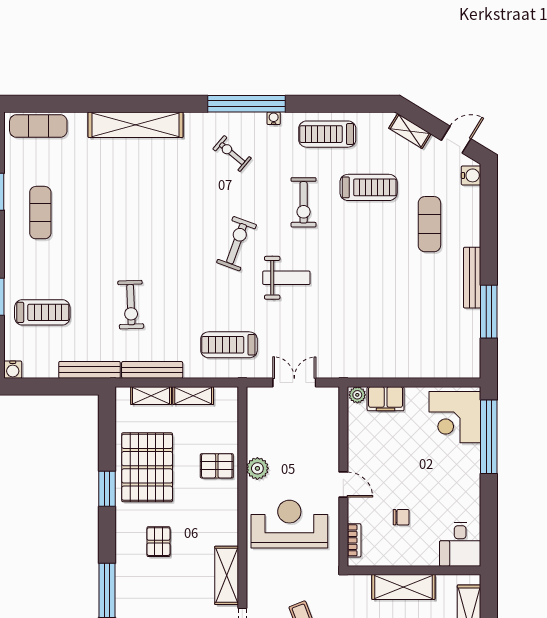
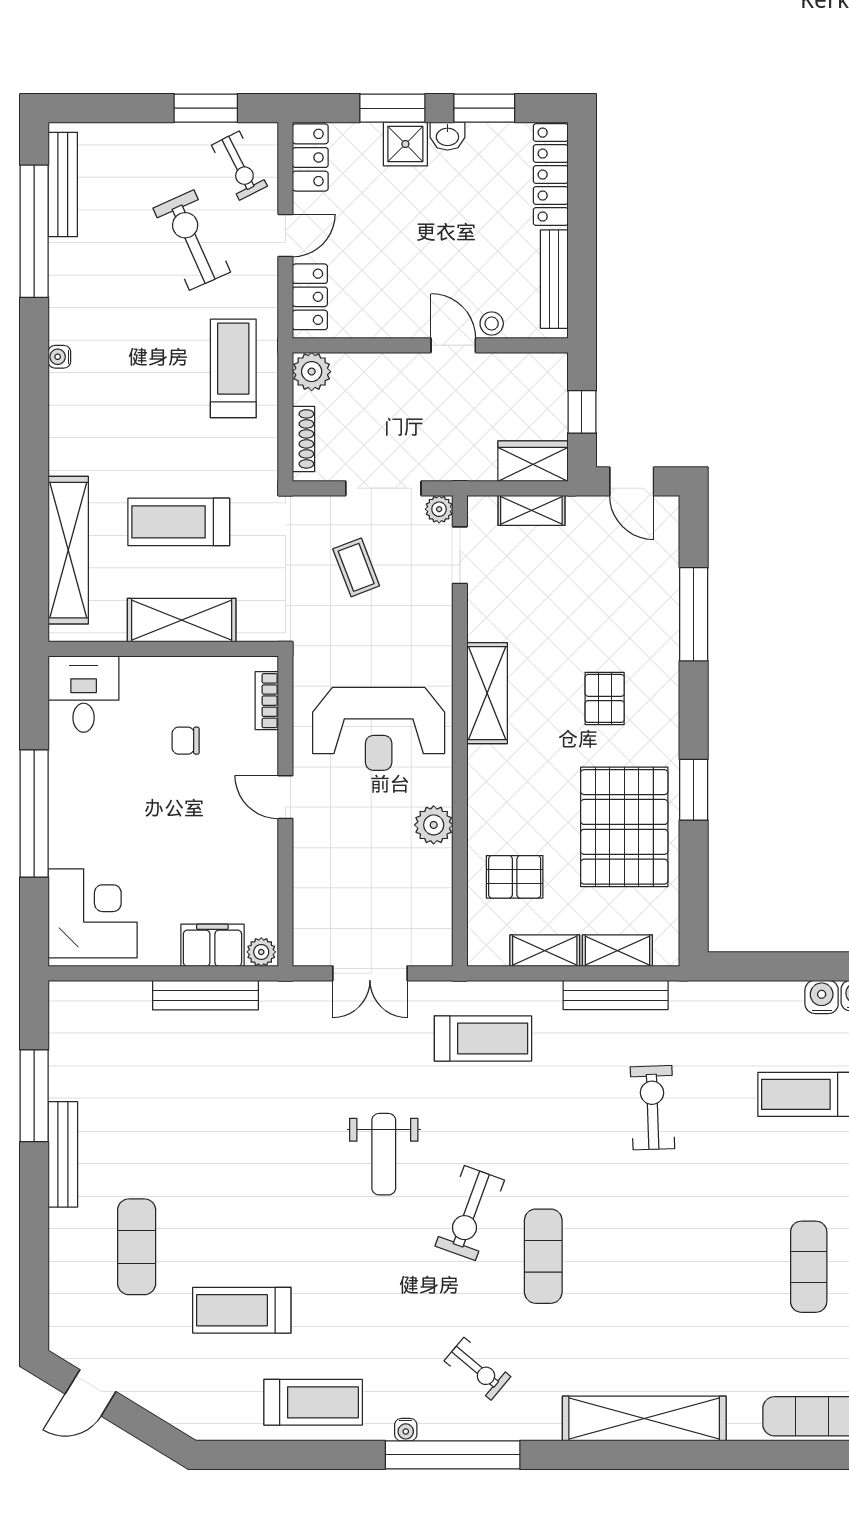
shelving: (410, 131) -> (170, 1408), removed
water cooler: (471, 175) -> (822, 997), moved, turned 90
exercise bike: (304, 202) -> (354, 1284), removed
exercise mat: (194, 219) -> (543, 1256), added
weight bench: (286, 278) -> (384, 1154), turned -90
bench: (90, 370) -> (205, 995), moved
window: (489, 437) -> (34, 814), moved
pallet: (217, 466) -> (515, 877), moved
shelving: (227, 575) -> (487, 693), moved

